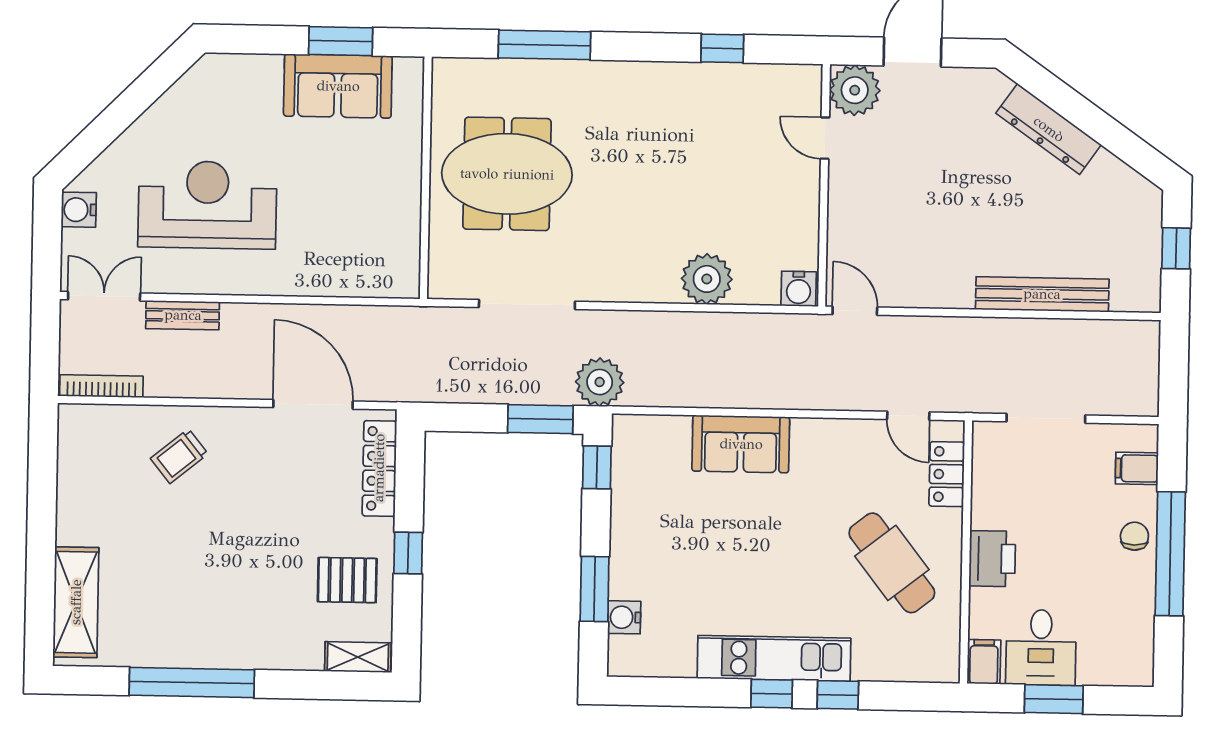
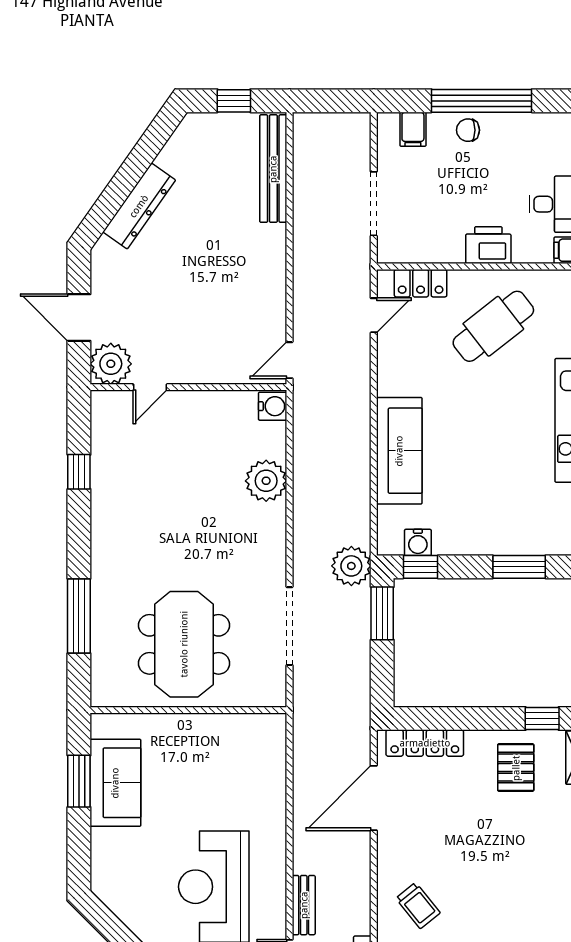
bench: (1042, 294) -> (273, 169), moved
sofa: (741, 444) -> (399, 451), width x1.36
window: (408, 553) -> (542, 719), moved
water cooler: (624, 617) -> (418, 542), moved

